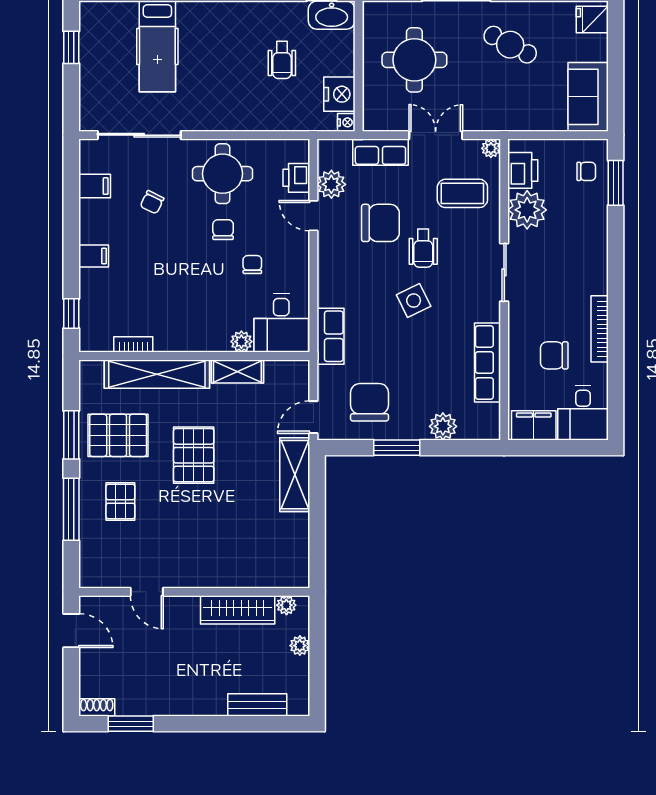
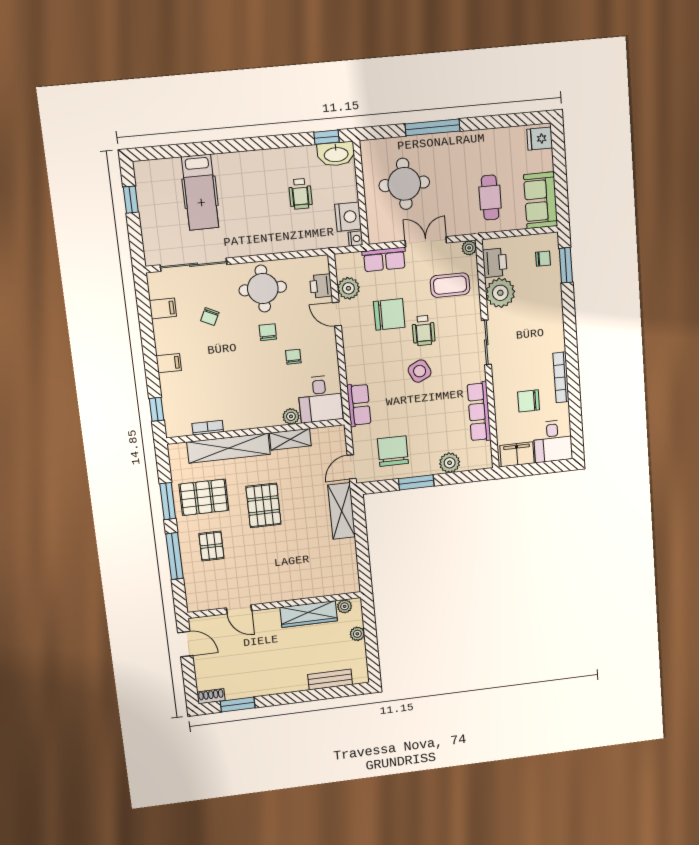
cafe table: (510, 45) -> (490, 198), moved, turned 62

